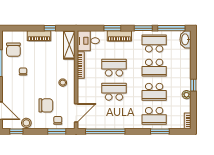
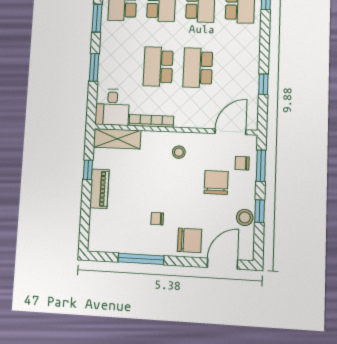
piano: (119, 36) -> (107, 56), removed
chair: (13, 50) -> (190, 240), moved
door: (76, 113) -> (230, 132), hinge flipped
window: (16, 131) -> (260, 211), moved
window: (105, 131) -> (263, 84), width x0.32

